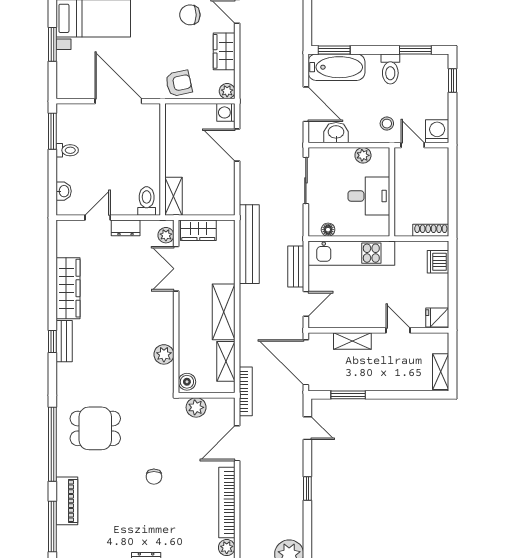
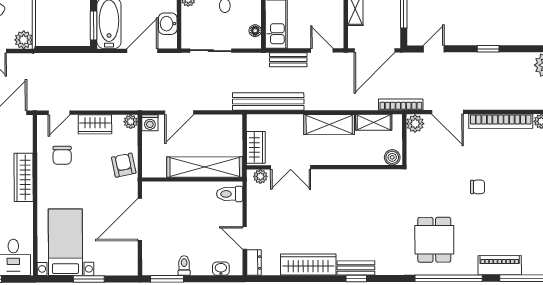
shelving: (174, 196) -> (205, 167), width x2.20, depth x1.33
dresser: (126, 228) -> (254, 262), moved
plant: (164, 354) -> (368, 178), removed
plant: (196, 407) -> (415, 124), moved

